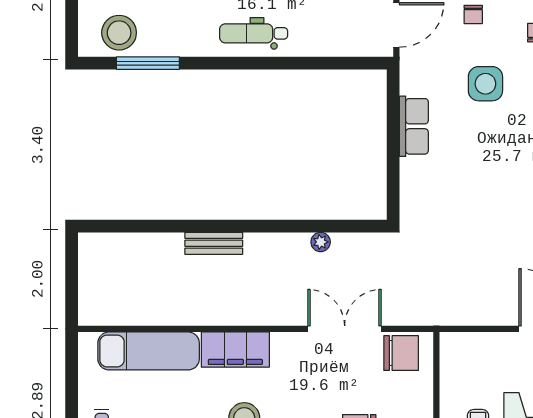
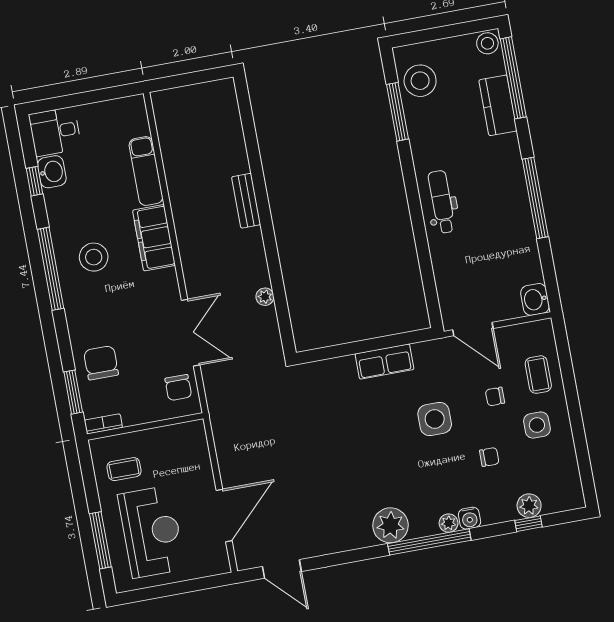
exam couch: (149, 351) -> (146, 171), width x0.73, depth x0.69
chair: (401, 353) -> (178, 388), width x0.73, depth x0.73

